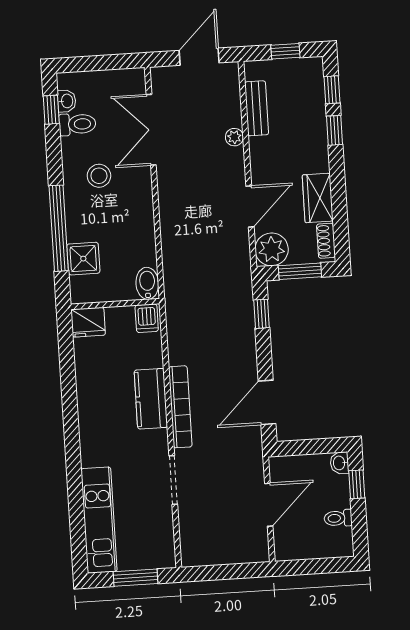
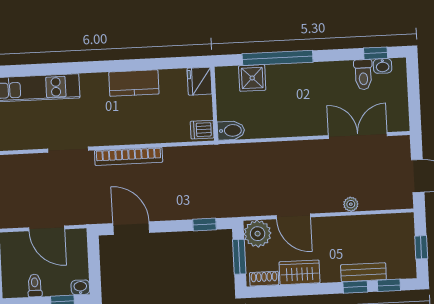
bench: (257, 108) -> (363, 272), moved
stool: (99, 176) -> (320, 92), removed
kitchen counter: (151, 399) -> (134, 83), moved, turned 180

